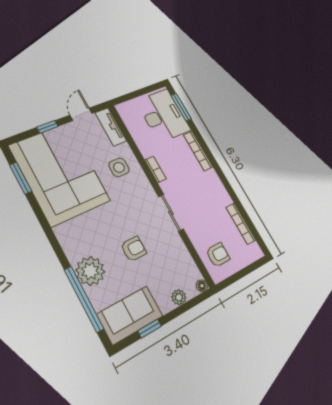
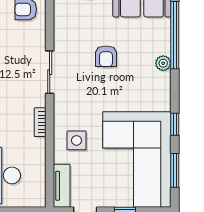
window: (42, 218) -> (175, 124), added
armchair: (134, 249) -> (106, 56), turned -90
plant: (90, 271) -> (163, 63), width x0.53, depth x0.53

